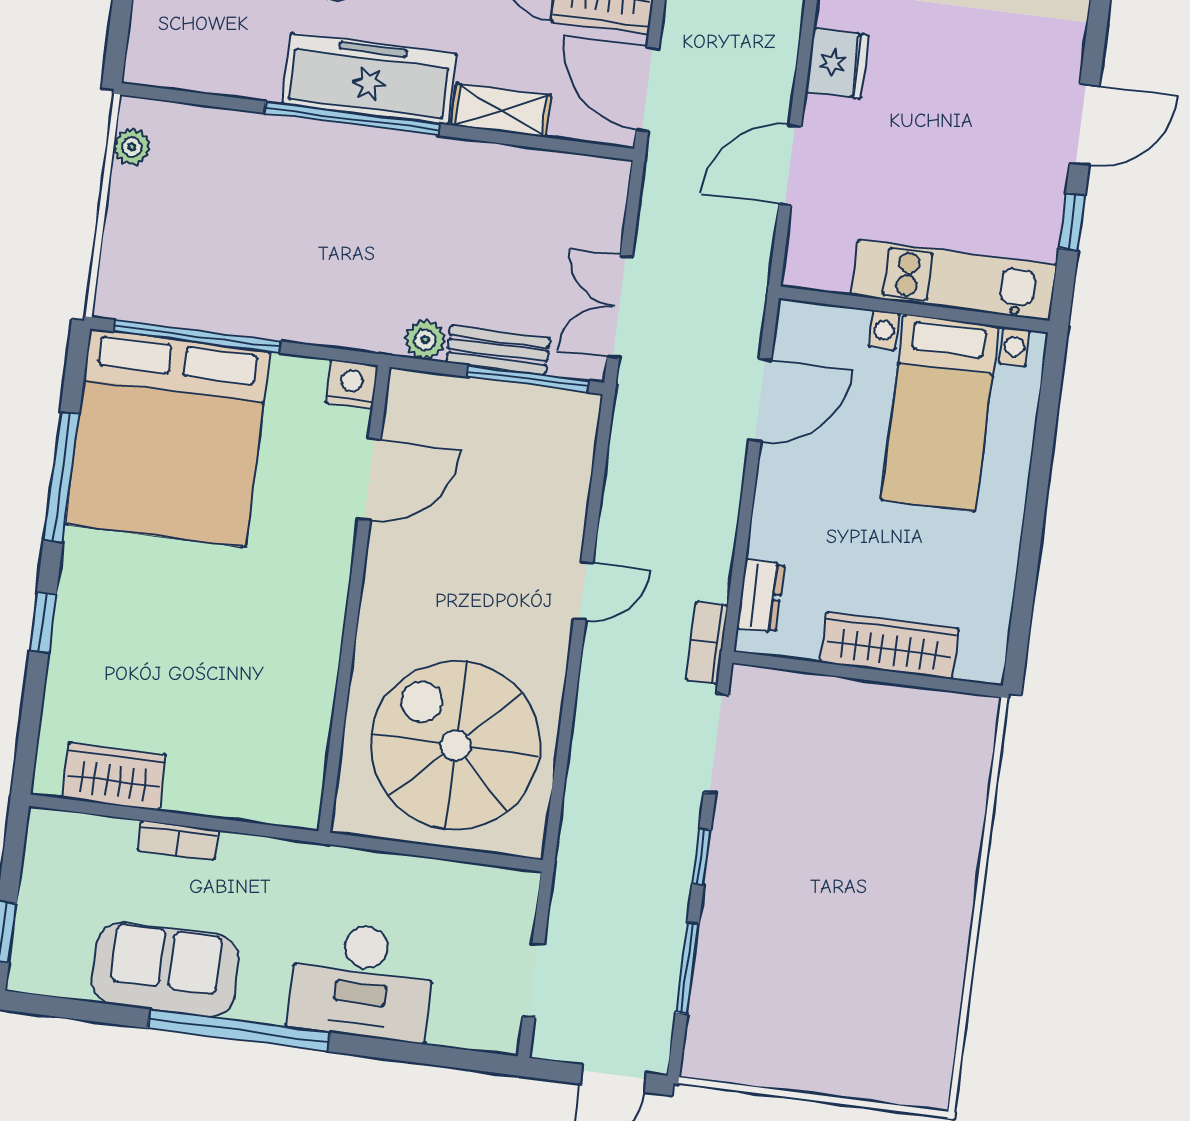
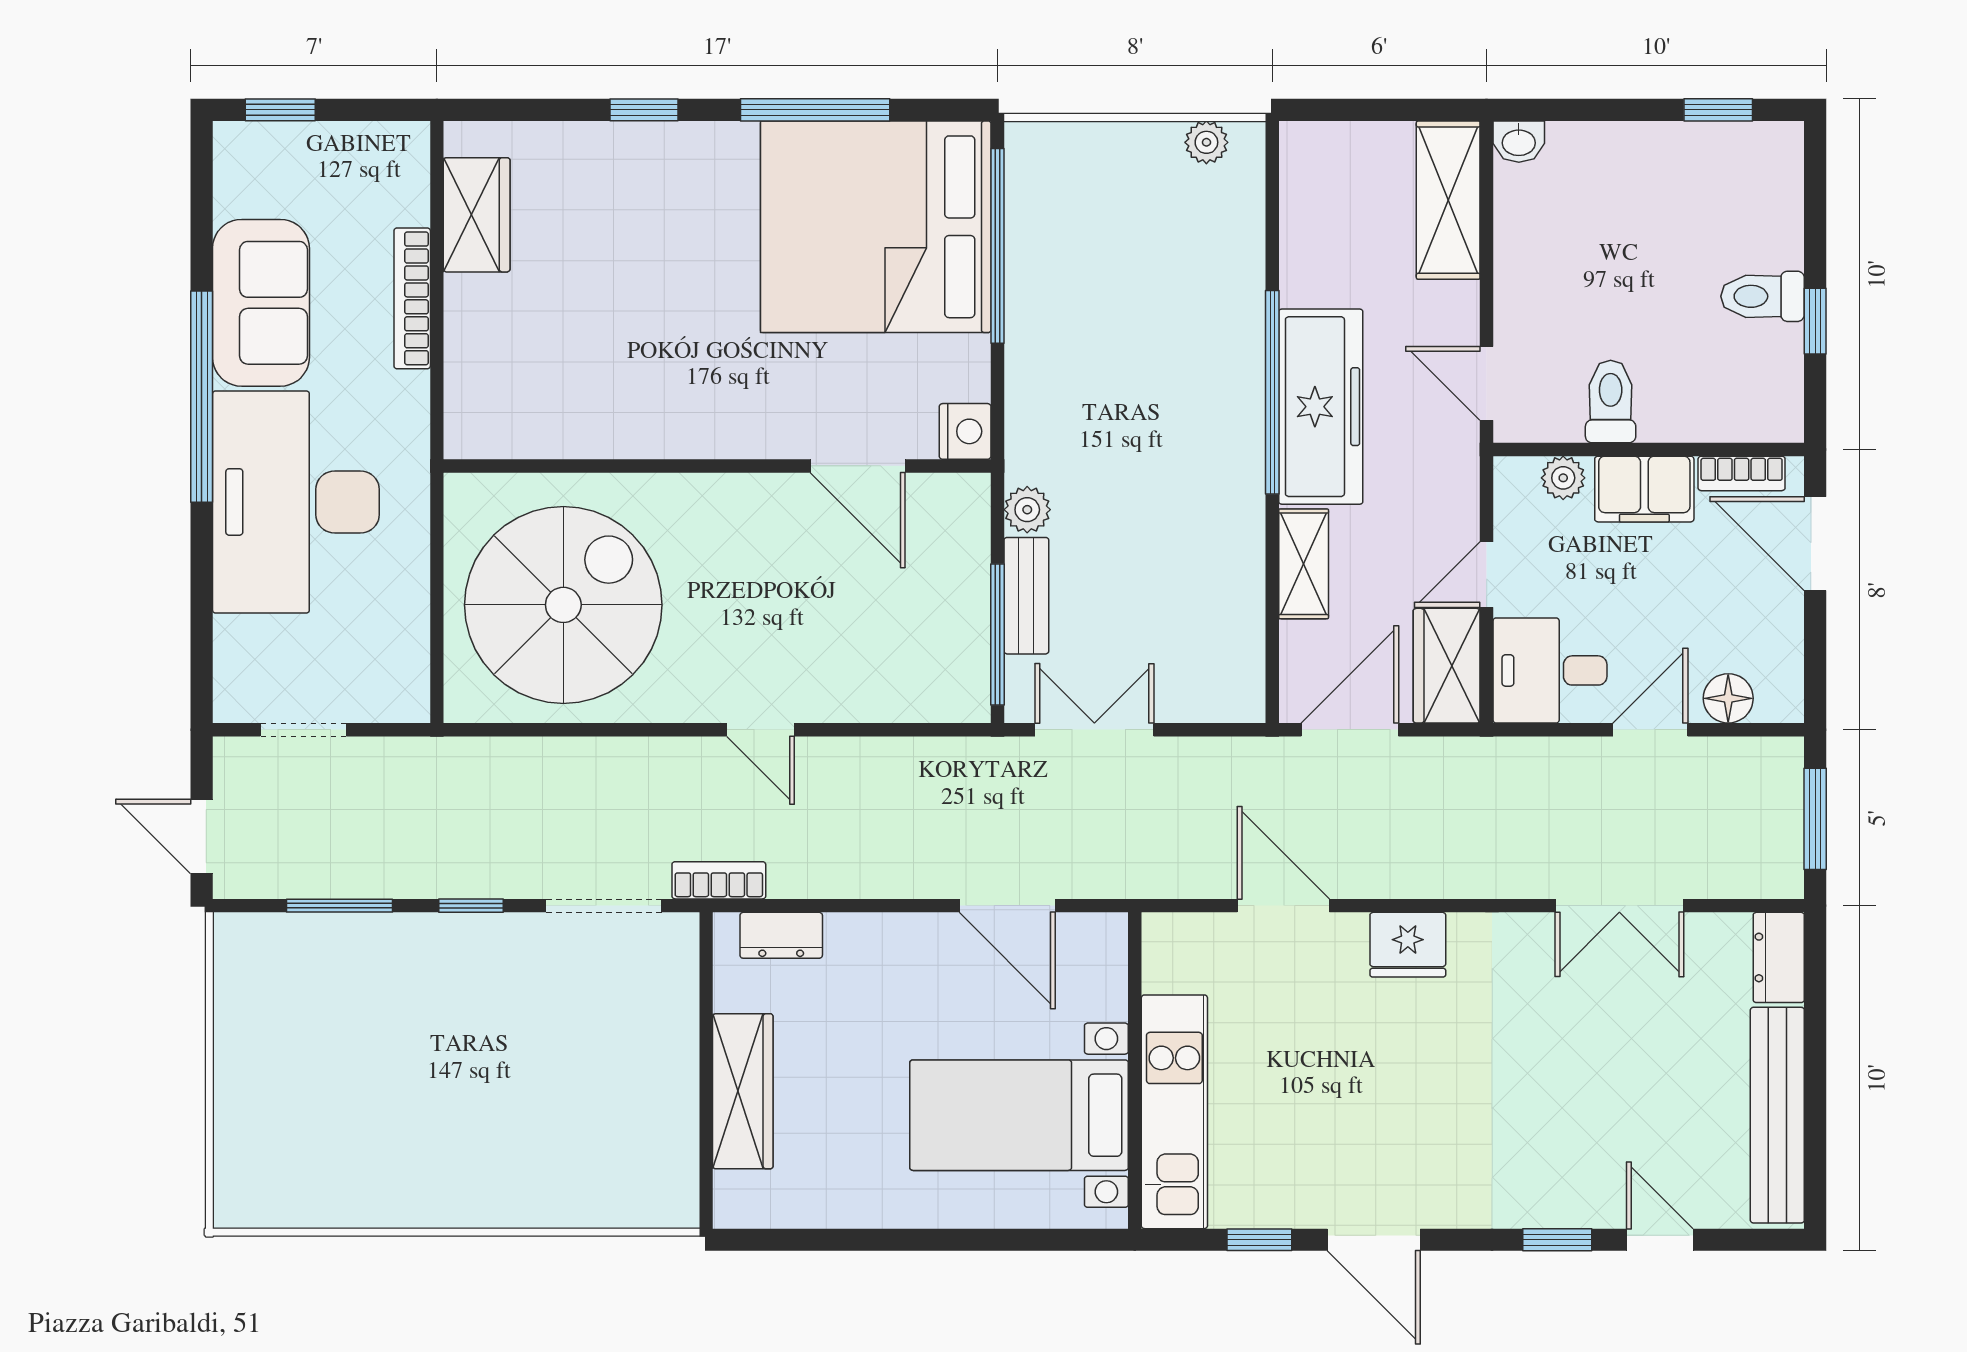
bookcase: (178, 840) -> (412, 298), width x1.56
desk: (362, 981) -> (296, 502), width x1.36, depth x1.30

